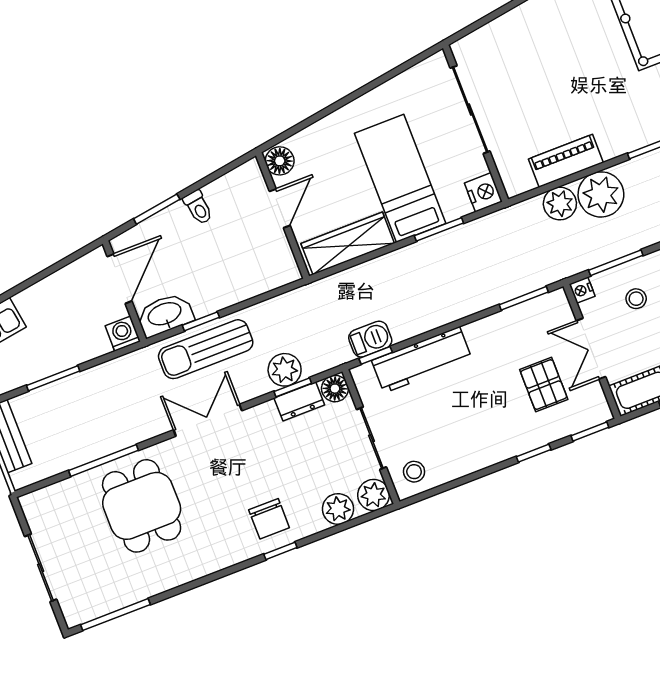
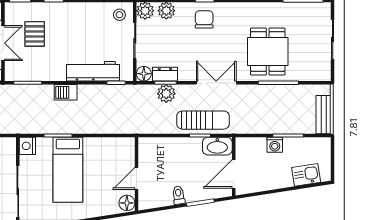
wardrobe: (348, 243) -> (108, 147), removed
washing machine: (123, 334) -> (275, 145), moved
barbecue: (370, 339) -> (66, 92), moved
double door: (208, 420) -> (216, 83), swing flipped

